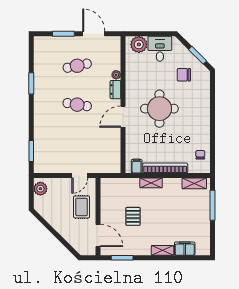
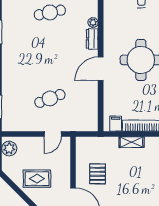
cafe table: (77, 105) -> (50, 98), moved, turned -30
rug: (82, 207) -> (37, 179), moved, turned 90
pallet: (133, 216) -> (98, 174), moved

